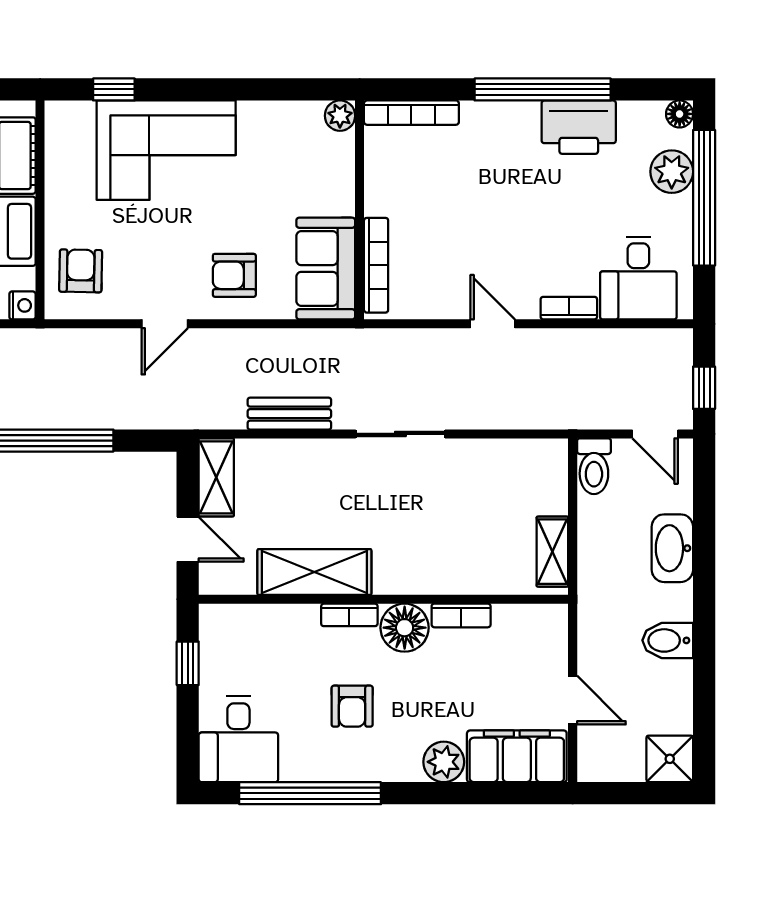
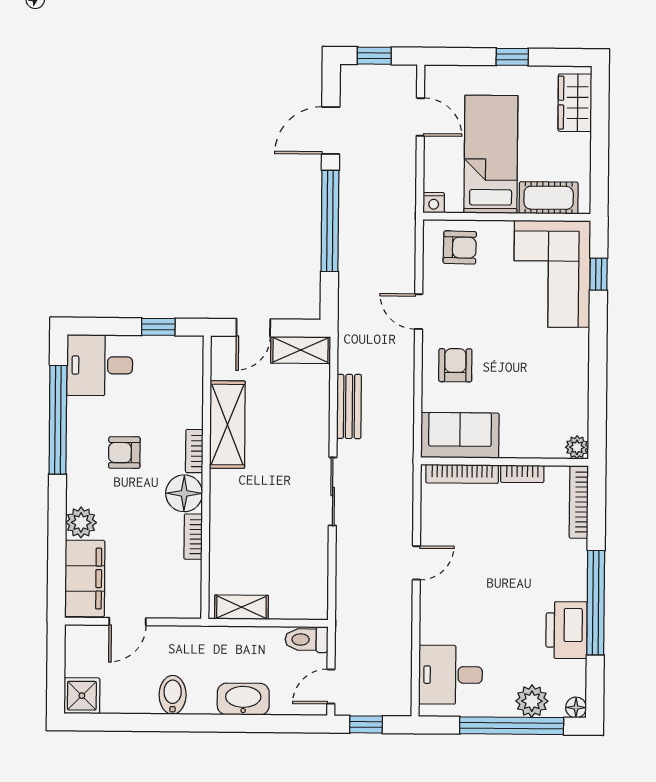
corner sofa: (166, 150) -> (552, 274), moved
bookcase: (569, 308) -> (522, 474), moved, turned 90

